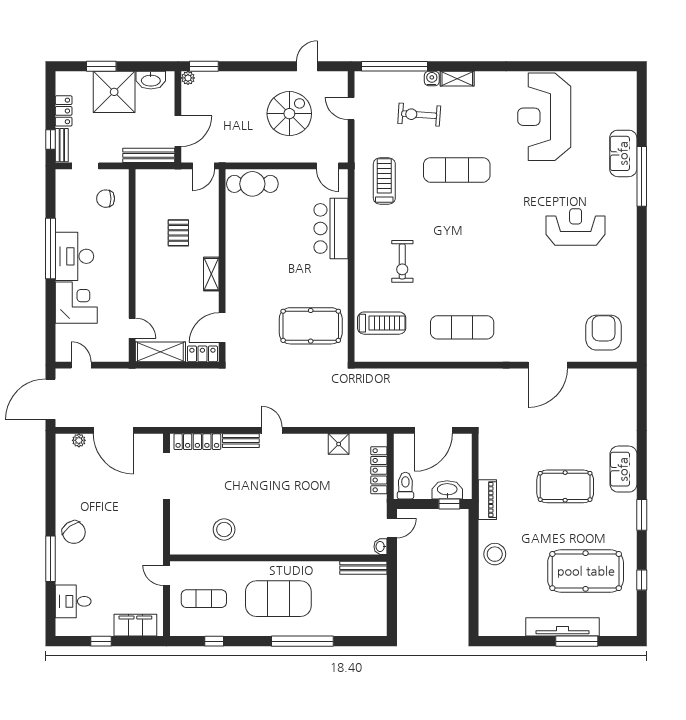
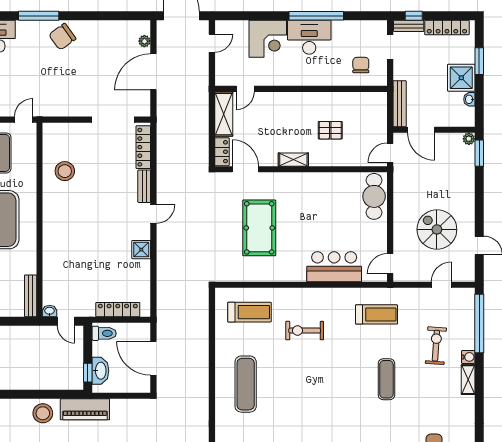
washbasin: (151, 80) -> (469, 99), width x0.52, depth x0.69
shower: (114, 92) -> (461, 78), width x0.73, depth x0.73
locker: (64, 111) -> (447, 28), width x1.53
spiral stairs: (289, 114) -> (437, 229), turned 180
door: (204, 166) -> (390, 153), hinge flipped
exercise mat: (457, 170) -> (386, 379), width x0.73, depth x0.69
treadmill: (382, 323) -> (249, 312), turned -90
pool table: (311, 326) -> (259, 228), moved
shower: (339, 444) -> (141, 250), moved
piano: (487, 500) -> (85, 409), width x1.37, depth x1.33

